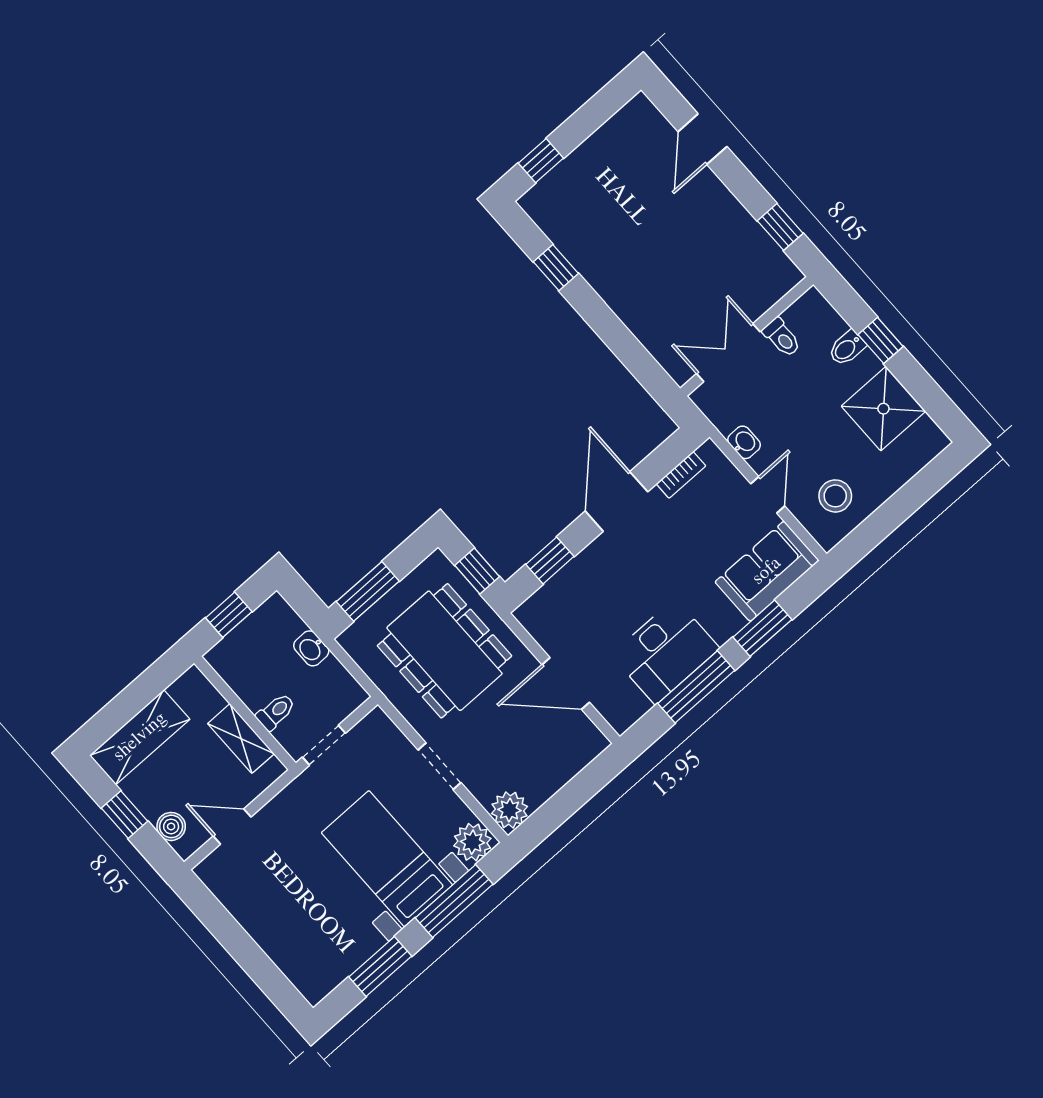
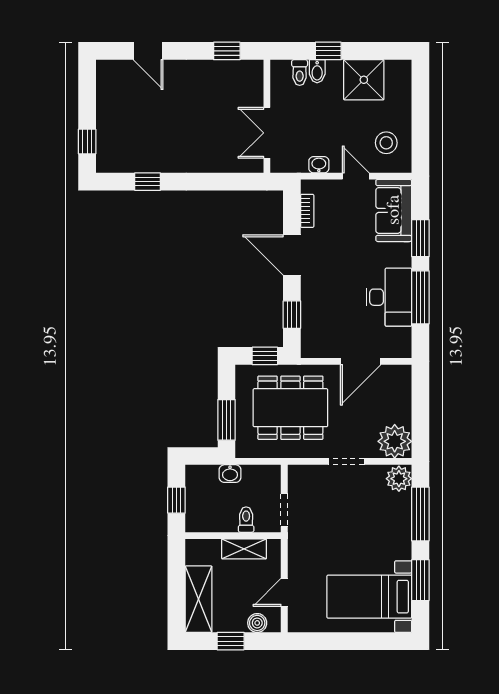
toilet: (782, 338) -> (300, 73), moved, turned 90
plant: (510, 810) -> (395, 441), width x1.36, depth x1.36
bed with nightstands: (387, 859) -> (369, 597), moved

